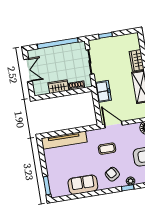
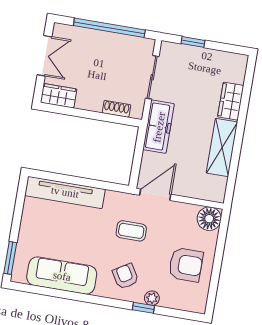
wardrobe: (58, 87) -> (59, 96), moved
freezer: (103, 91) -> (159, 127), width x1.40
door: (113, 125) -> (155, 195), hinge flipped
sofa: (83, 185) -> (62, 276), width x1.36

